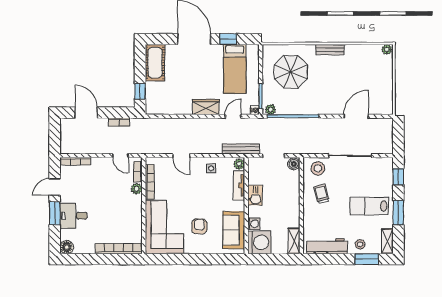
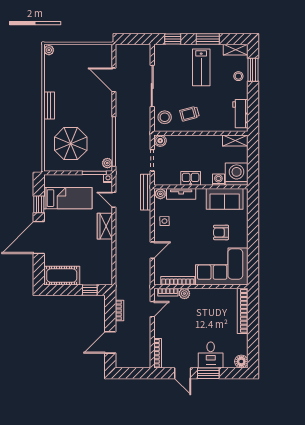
workbench: (327, 246) -> (240, 114), width x0.73

